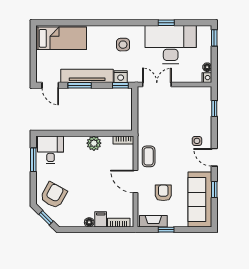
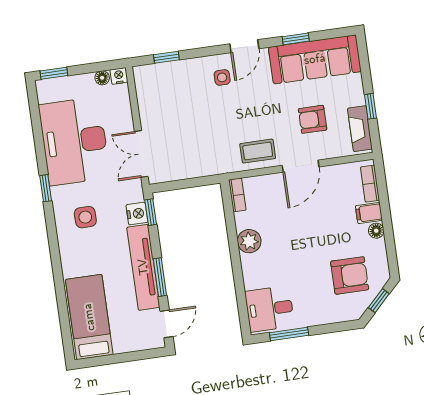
window: (166, 23) -> (46, 188), moved
armchair: (54, 195) -> (350, 275), moved, turned 151

